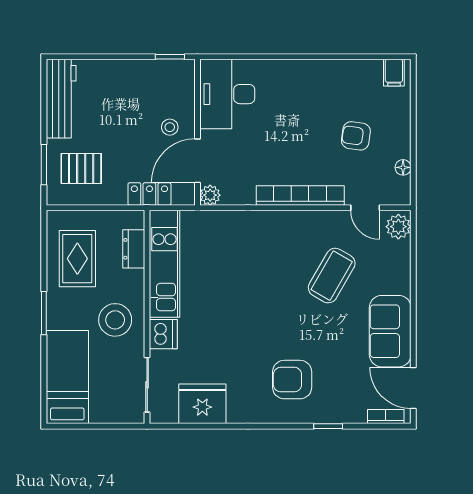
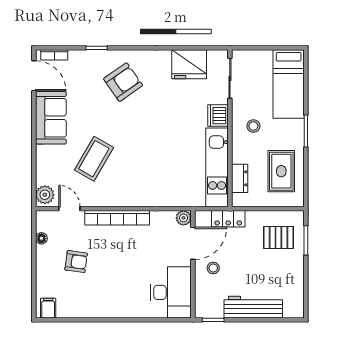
workbench: (61, 99) -> (253, 307), moved, turned 90
stool: (115, 320) -> (253, 126), width x0.53, depth x0.53
armchair: (292, 380) -> (123, 82), turned -35

